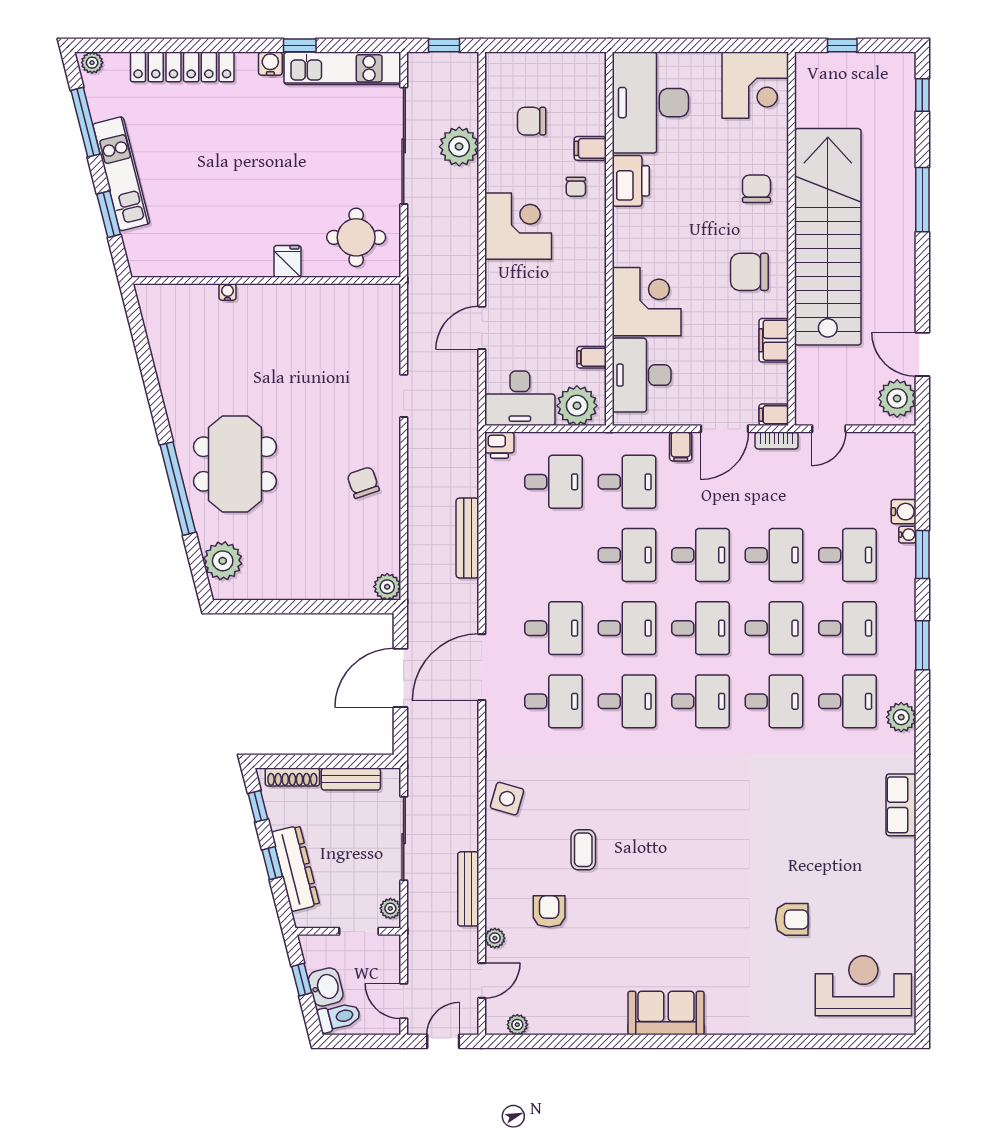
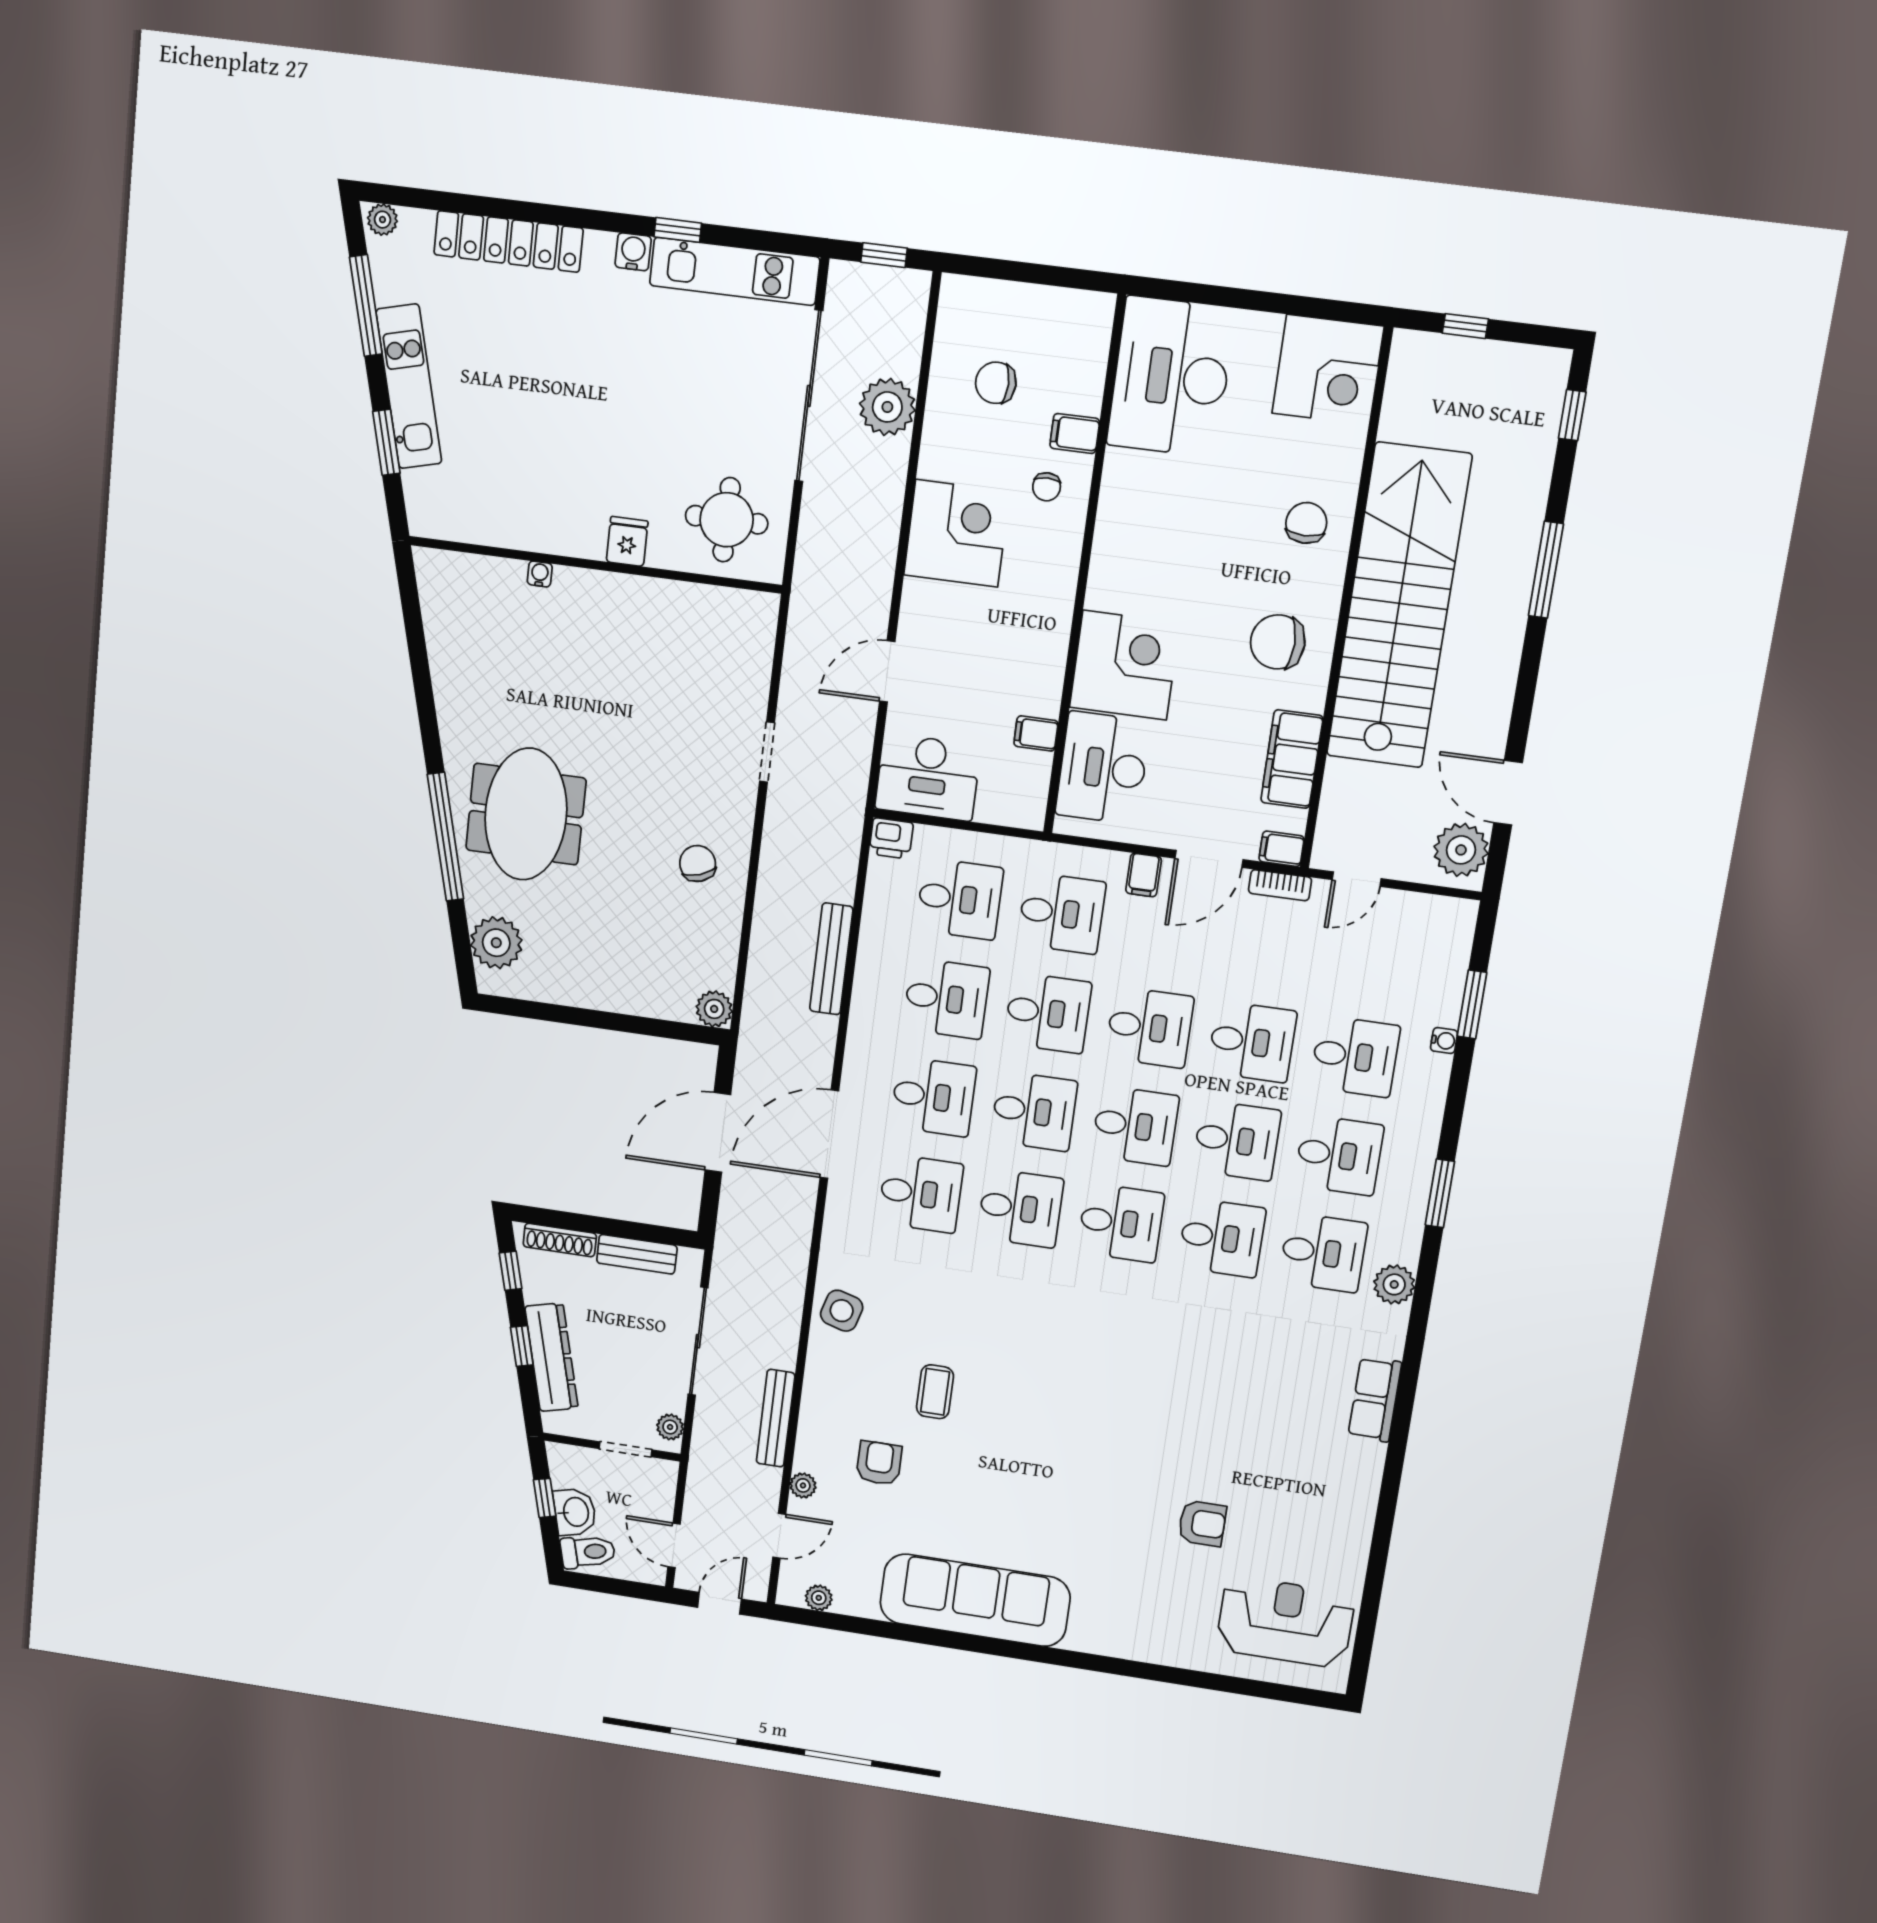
printer: (631, 181) -> (1126, 488), removed
filing cabinet: (774, 340) -> (1292, 759), width x1.50, depth x1.17
plant: (577, 406) -> (1006, 798), removed
water cooler: (904, 512) -> (1444, 1008), removed
window: (922, 554) -> (1472, 1004), moved
desk: (553, 555) -> (946, 999), added
sofa: (666, 1013) -> (975, 1600), width x1.85, depth x1.27

